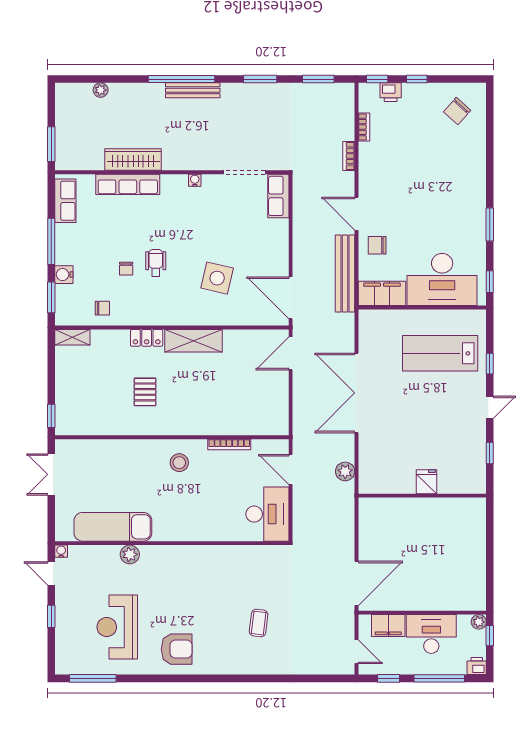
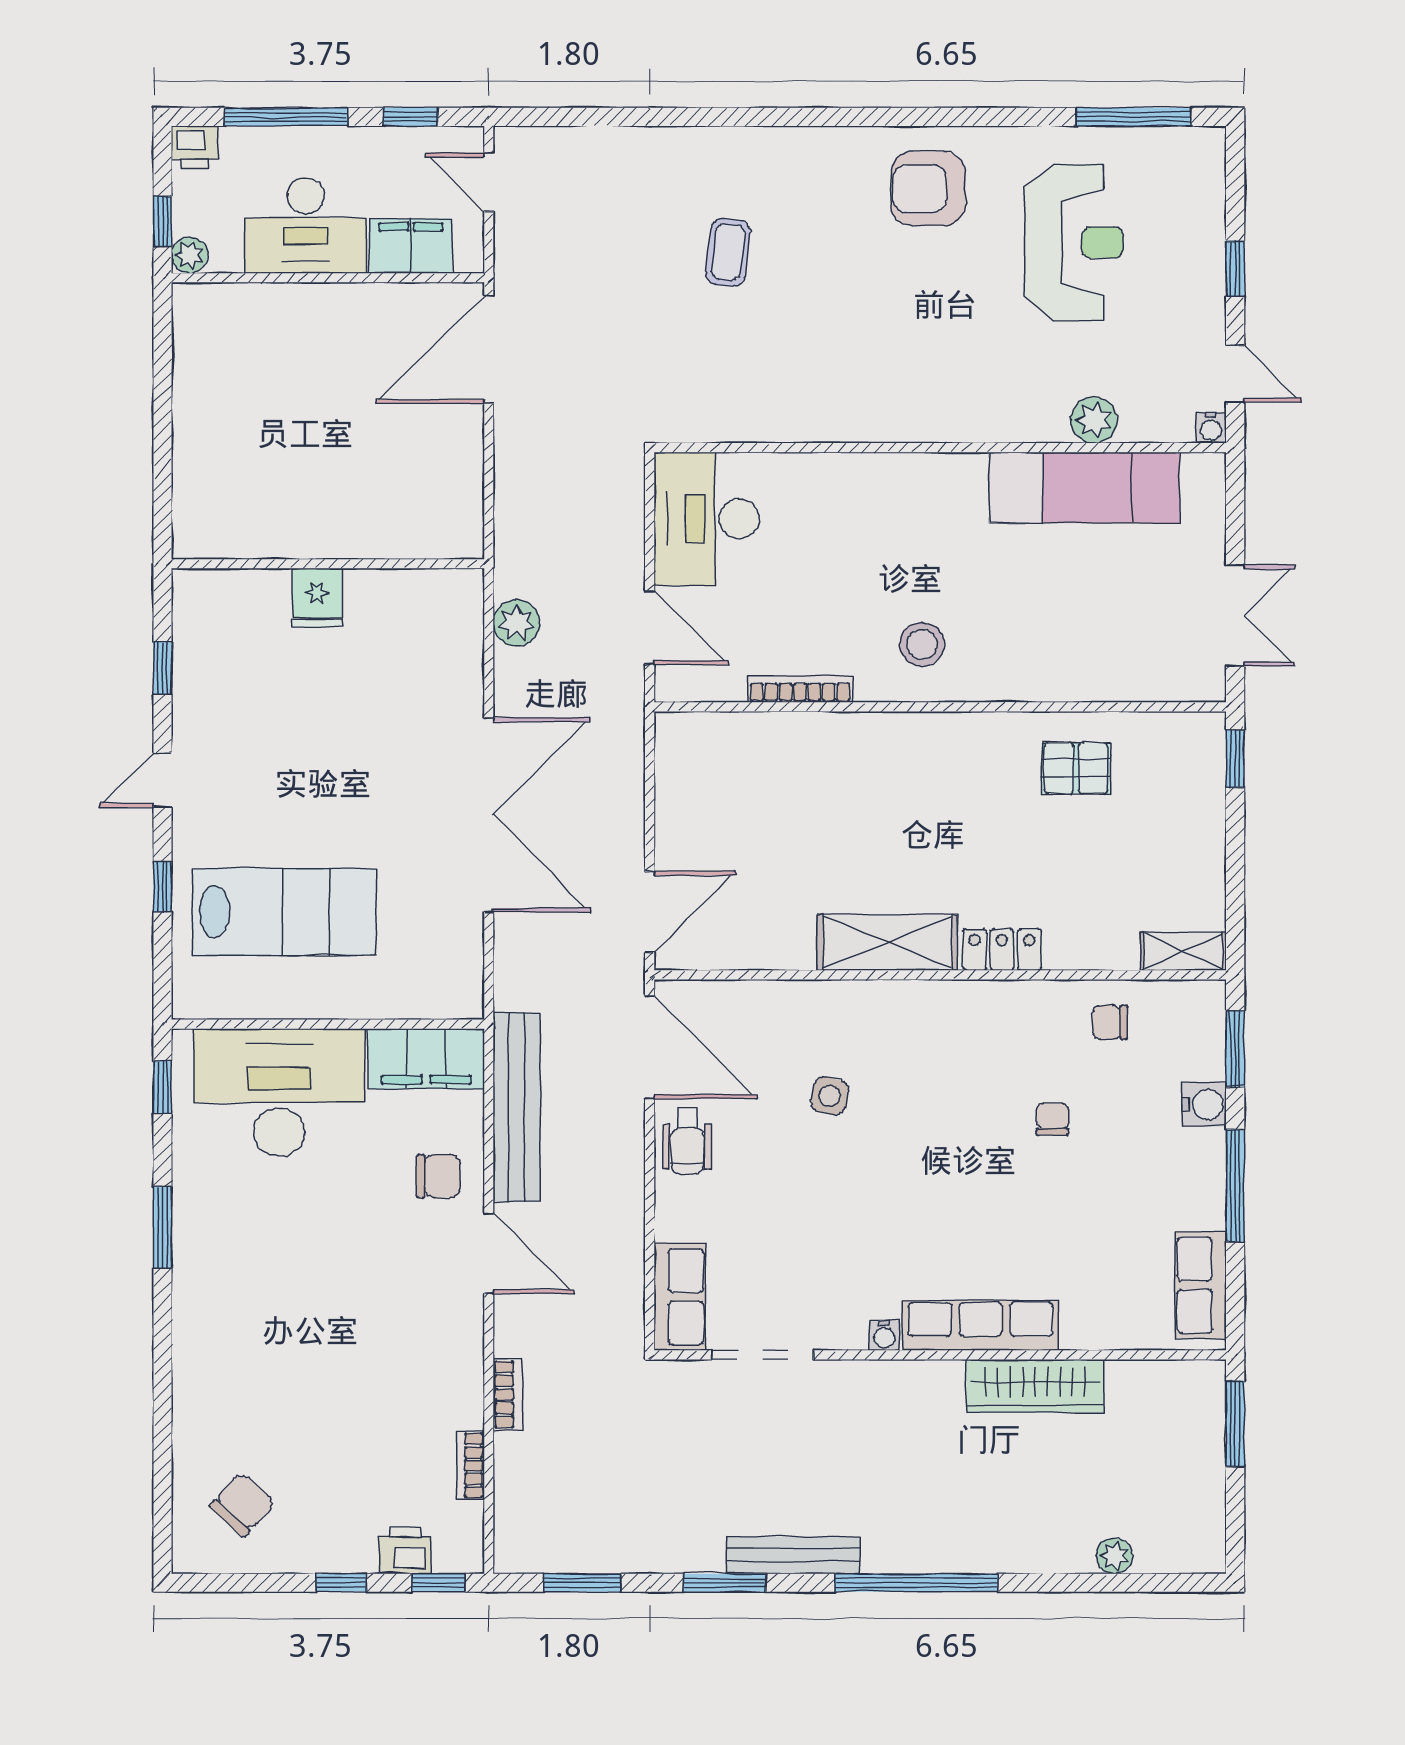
bench: (193, 90) -> (793, 1555), moved
row of seats: (128, 184) -> (981, 1325), moved
wheelchair: (156, 263) -> (687, 1141), moved
side table: (217, 278) -> (830, 1096), width x0.54, depth x0.54
pallet: (145, 392) -> (1076, 768), moved, turned 90
plant: (130, 554) -> (1094, 420), moved

